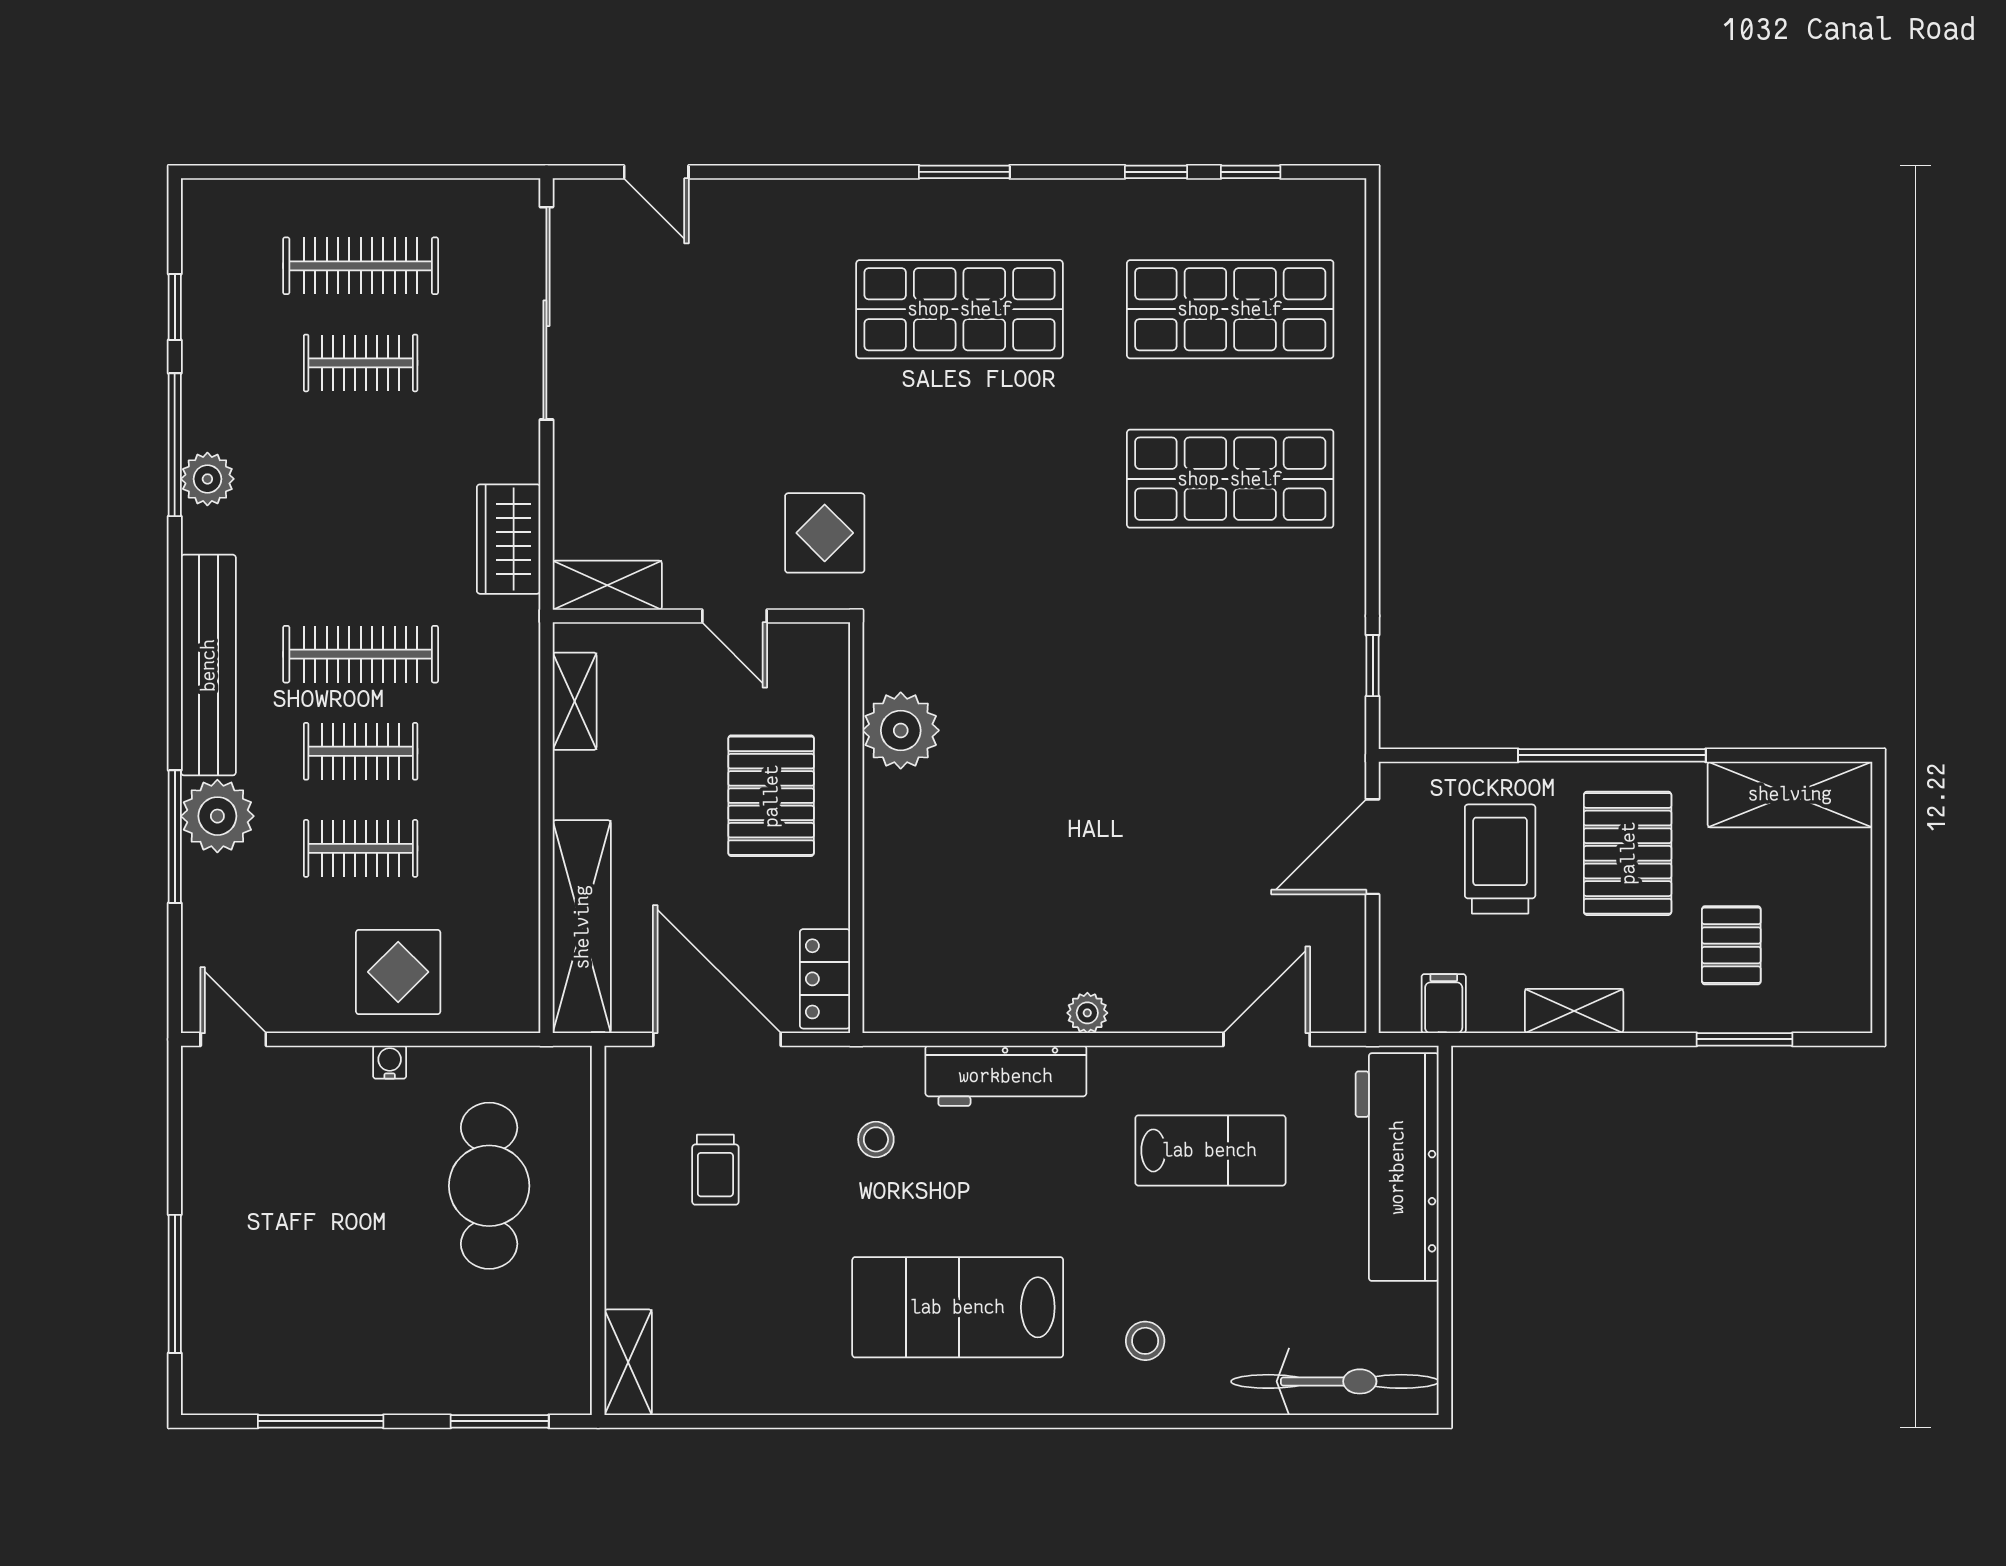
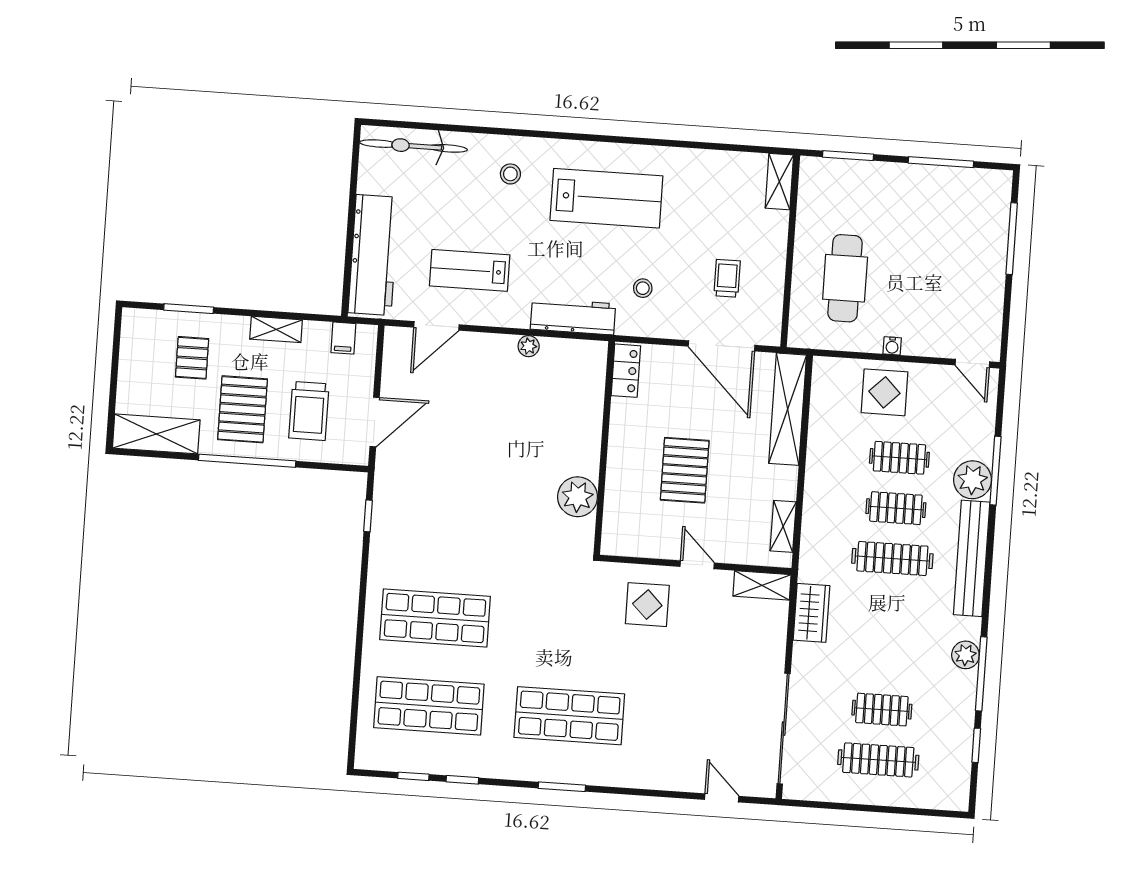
plant: (901, 730) -> (578, 497), moved
wall: (856, 828) -> (604, 448), moved
locker: (825, 979) -> (626, 371), moved

